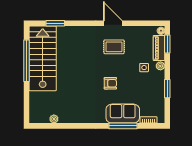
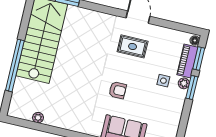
window: (27, 61) -> (15, 65), moved
window: (167, 89) -> (192, 87), moved

